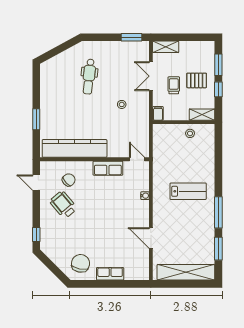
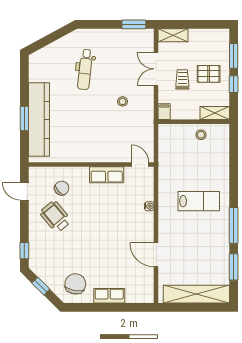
kitchen counter: (75, 148) -> (39, 120), moved, turned 90
window: (50, 265) -> (41, 286), added

